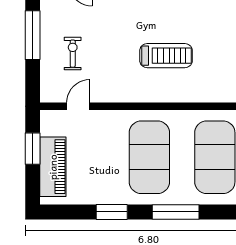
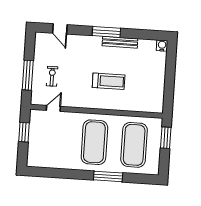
window: (33, 35) -> (28, 75), moved
piano: (53, 167) -> (36, 144), removed
window: (112, 212) -> (69, 174), removed

